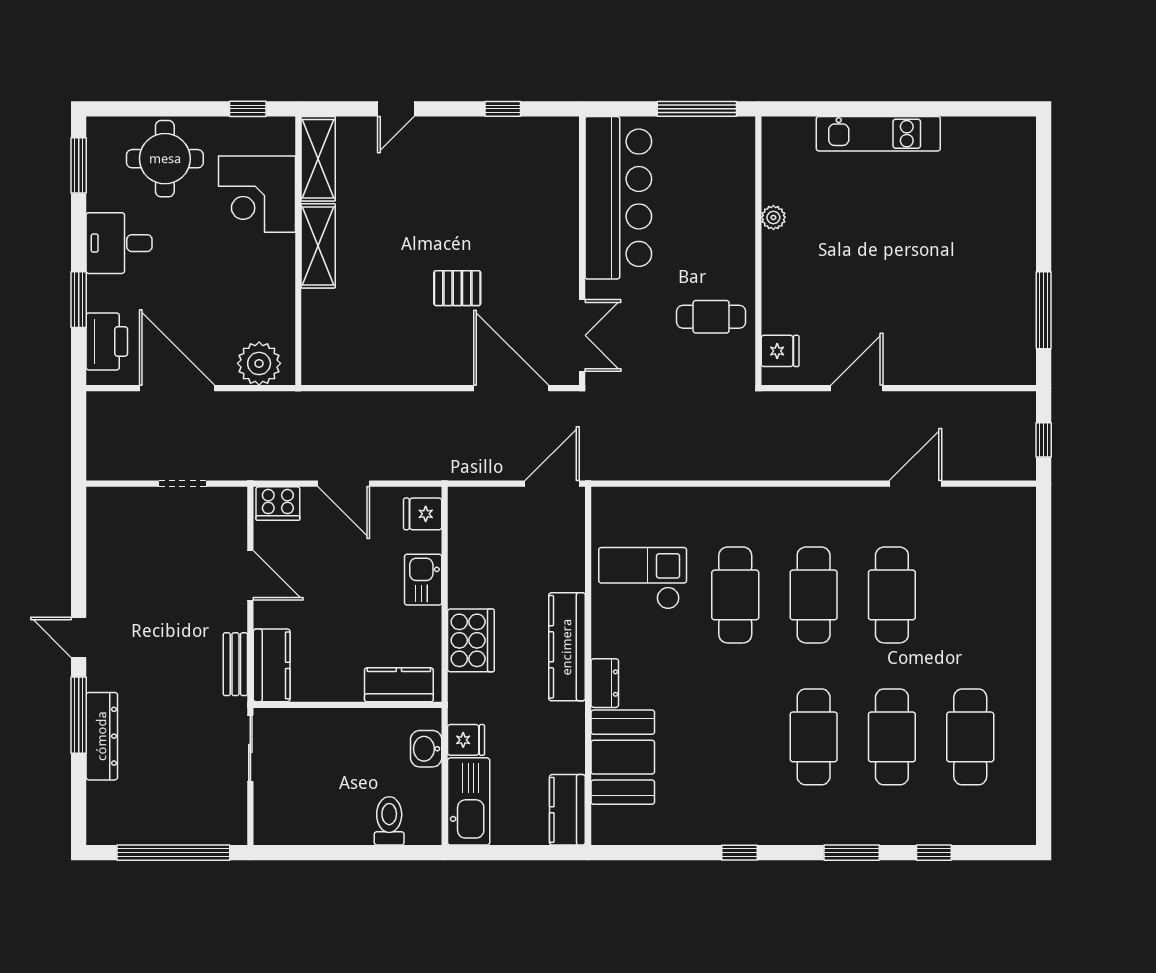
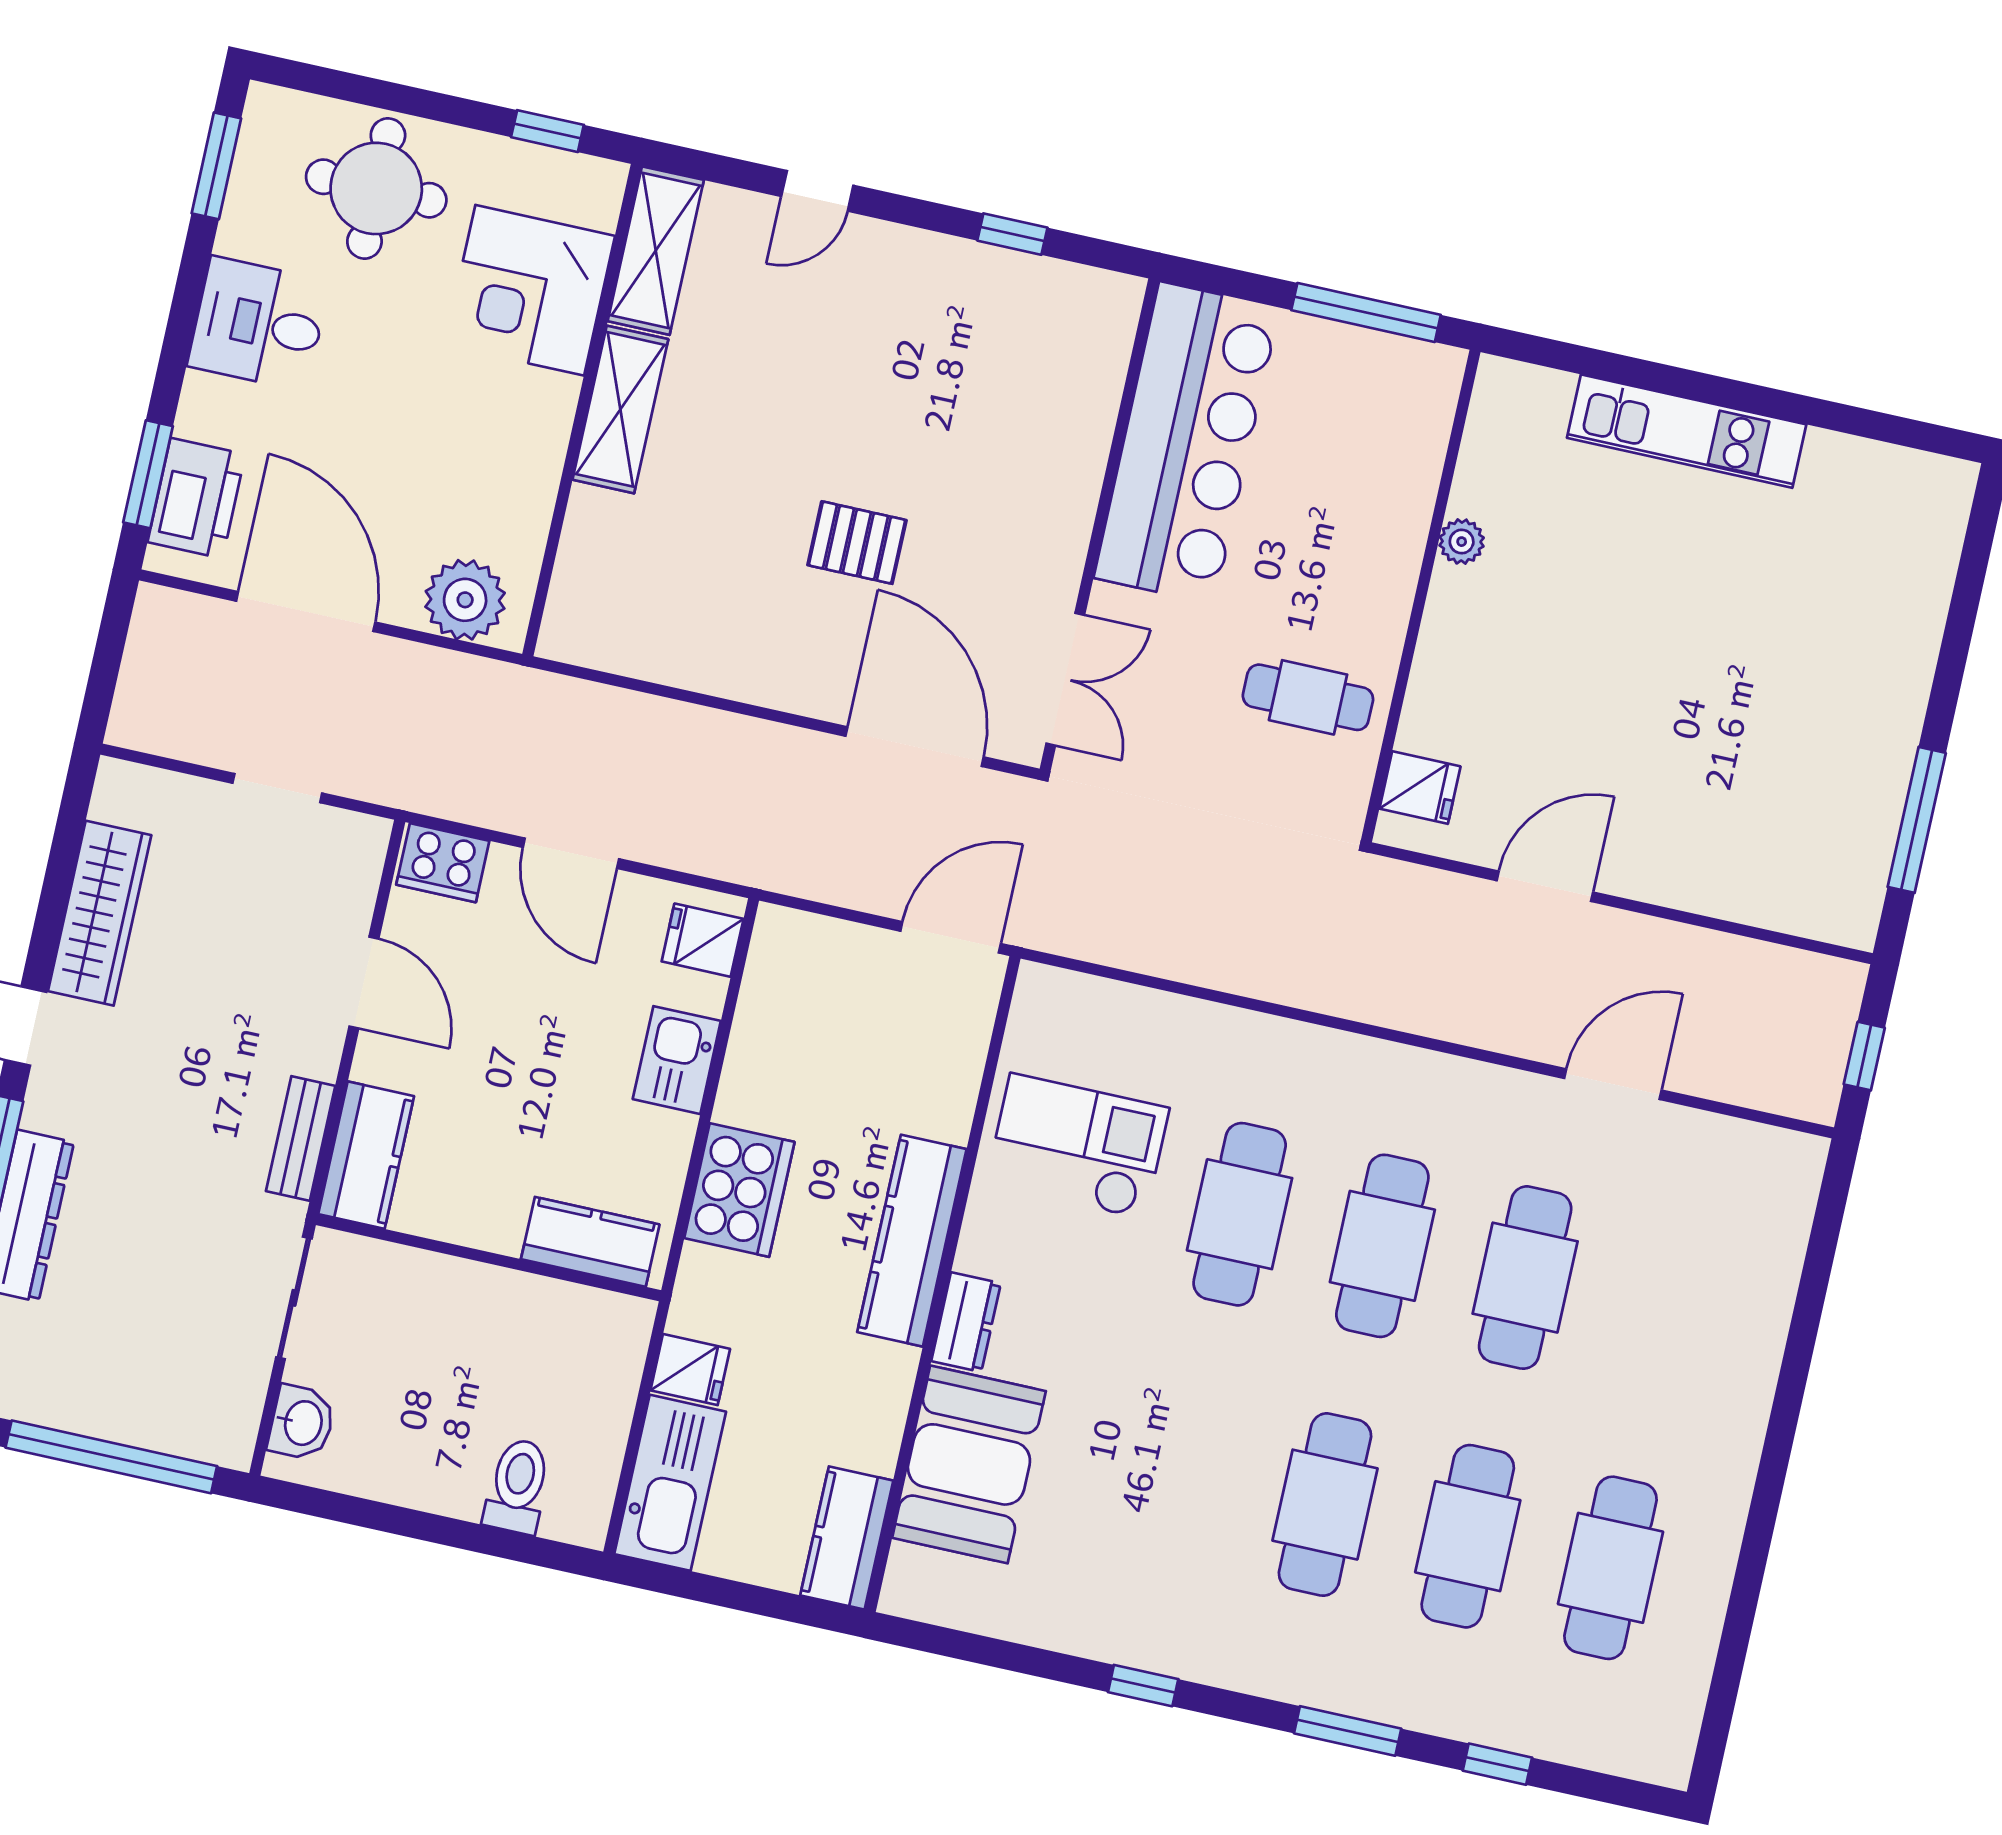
window: (79, 300) -> (148, 474), moved
wardrobe: (104, 570) -> (100, 913), added
washbasin: (426, 749) -> (302, 1423), moved, turned 180

